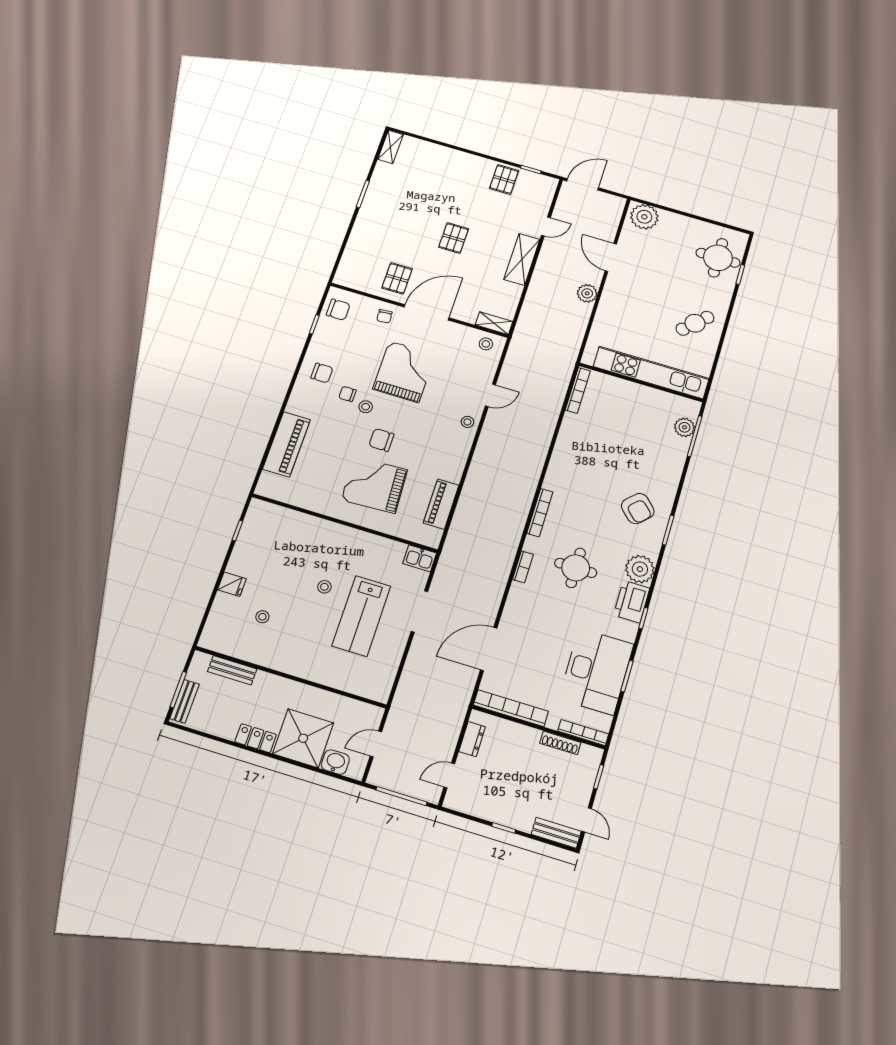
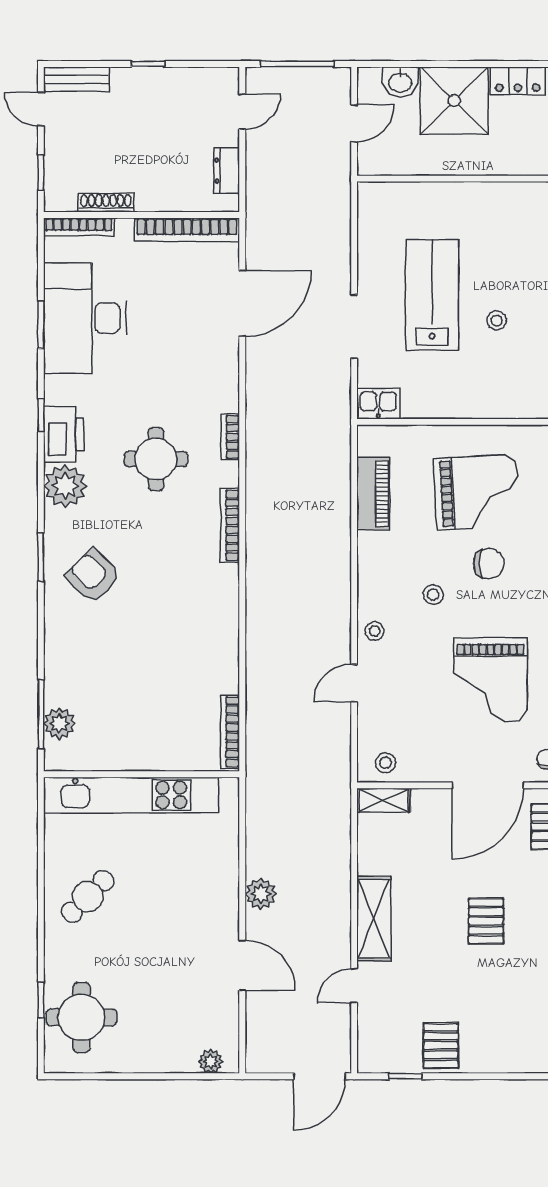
plant: (644, 217) -> (211, 1062), width x0.53, depth x0.53
stool: (366, 407) -> (433, 595), moved

